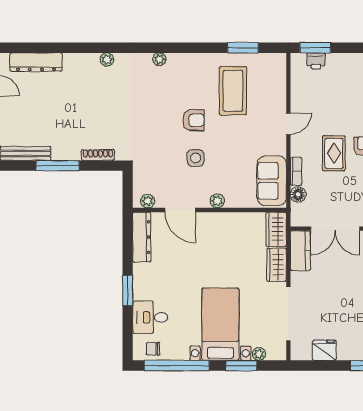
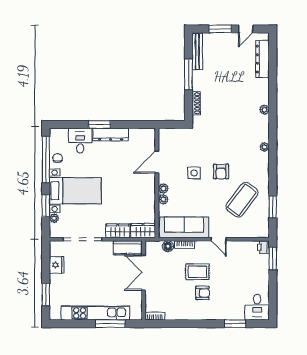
printer: (316, 61) -> (263, 247), moved
coffee table: (233, 91) -> (242, 200), turned -53
sofa: (272, 181) -> (184, 227), width x1.36
plant: (148, 201) -> (163, 199), moved
dresser: (142, 237) -> (111, 135), moved
chair: (153, 349) -> (58, 158), moved

